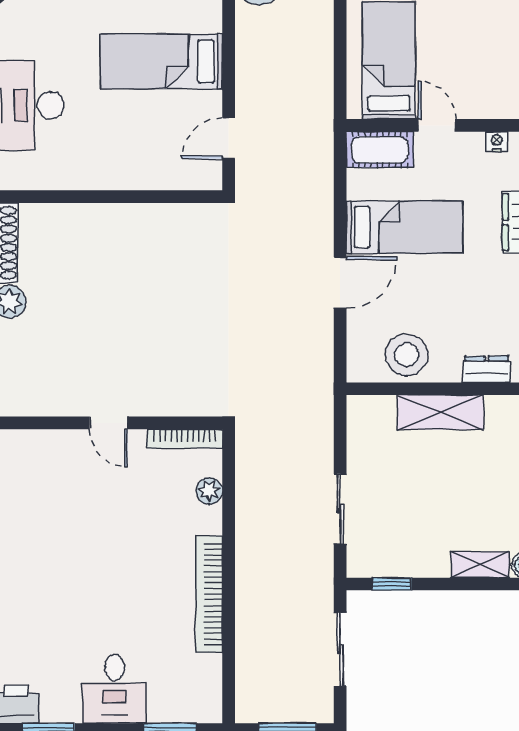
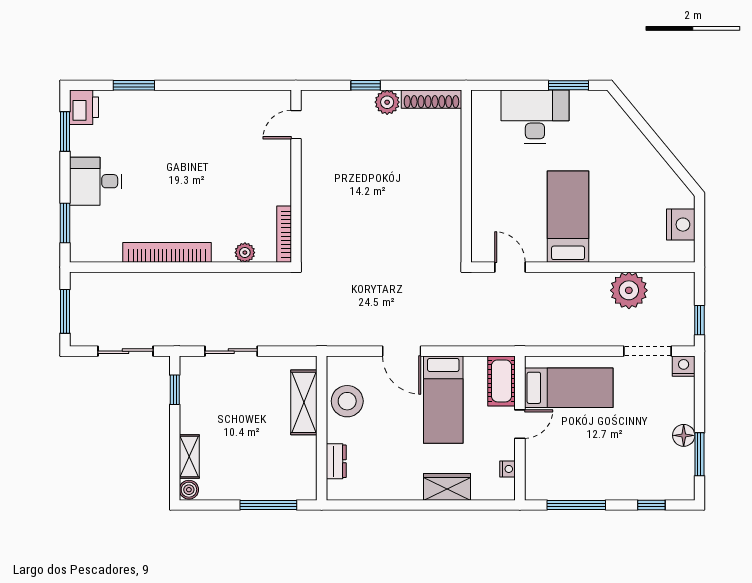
shelving: (440, 412) -> (304, 402), moved
door: (108, 423) -> (296, 125), moved

